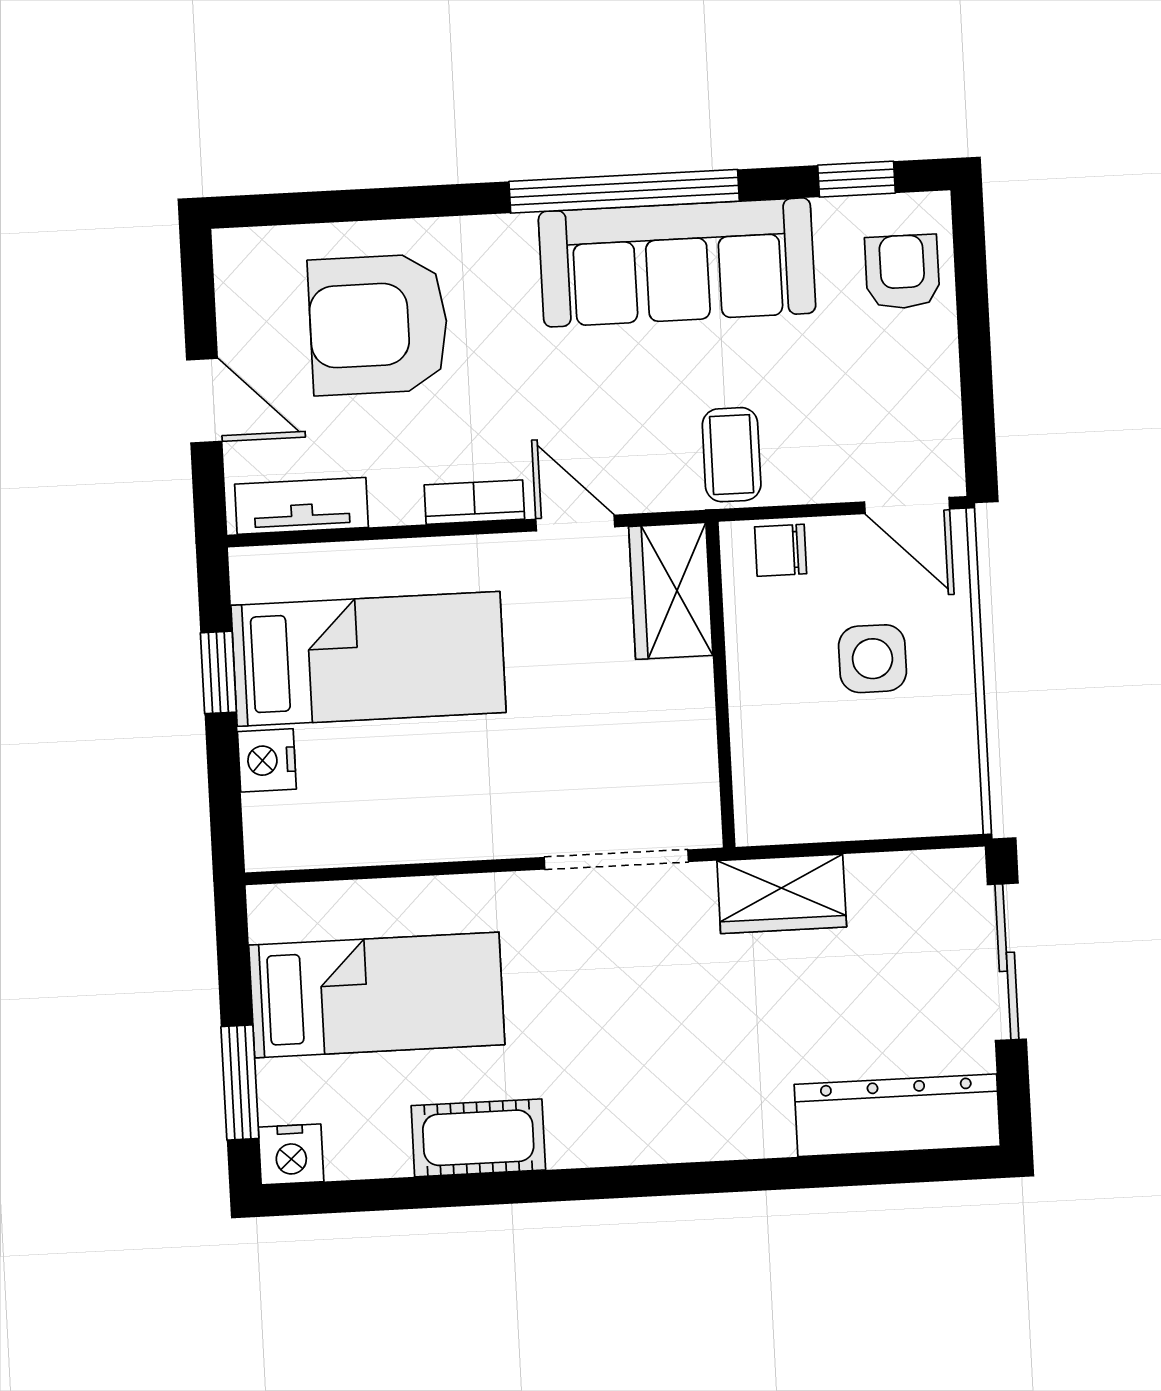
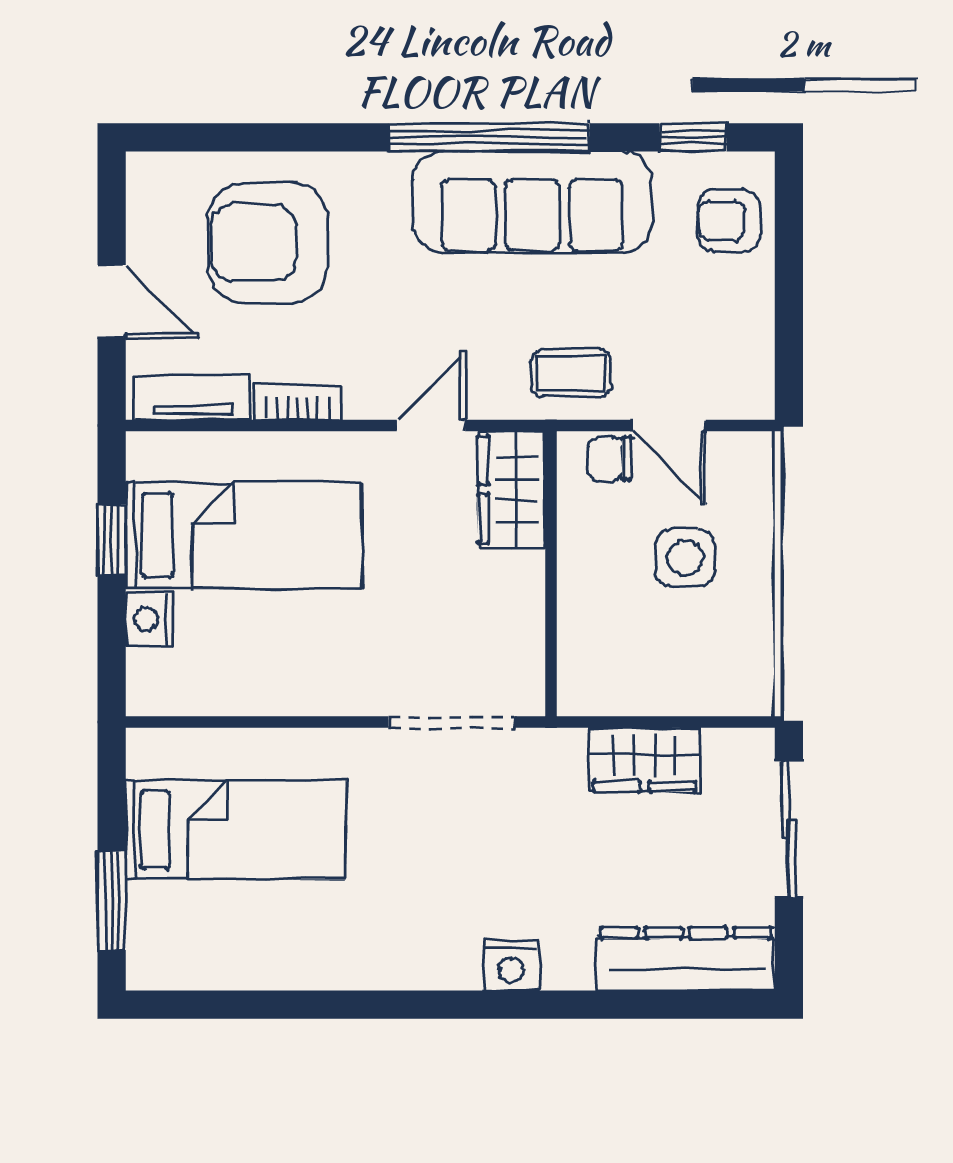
armchair: (902, 272) -> (729, 221), turned -90
coffee table: (732, 455) -> (571, 373), turned 90
bookcase: (474, 502) -> (297, 403), moved
door: (907, 506) -> (669, 425), moved
door: (575, 523) -> (431, 425), hinge flipped
wardrobe: (782, 894) -> (645, 760), moved
cot: (478, 1138) -> (318, 959), removed
nightstand: (291, 1154) -> (511, 965), moved

